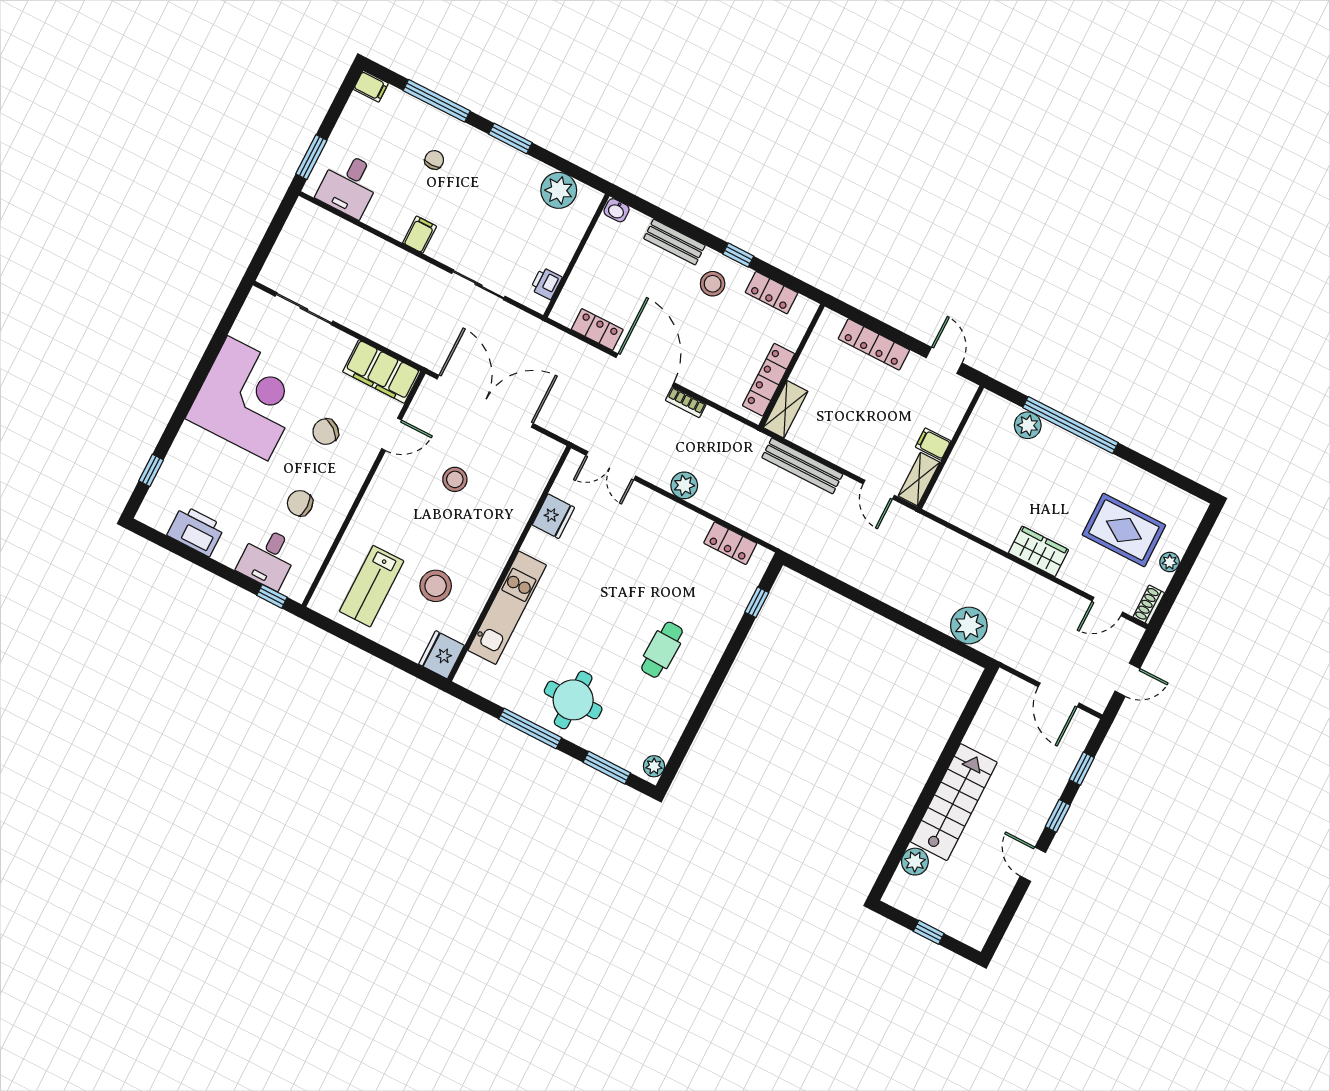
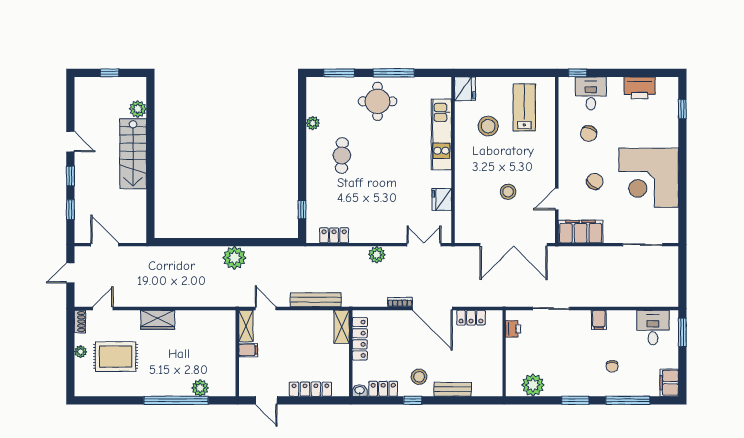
filing cabinet: (371, 86) -> (669, 383), width x2.00
washbasin: (617, 210) -> (360, 391), moved
chair: (300, 503) -> (589, 134), turned 111
plant: (969, 625) -> (234, 258), moved
plant: (654, 766) -> (313, 123), moved

